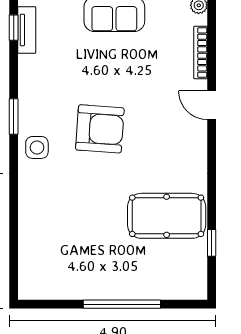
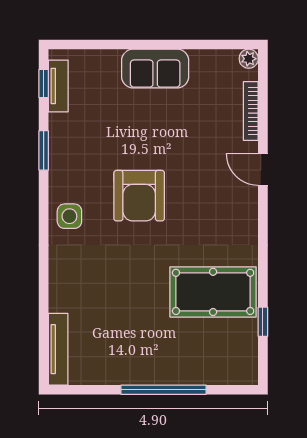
window: (14, 117) -> (44, 150), moved
armchair: (100, 129) -> (139, 196), turned 86
tv unit: (27, 267) -> (58, 349), added

